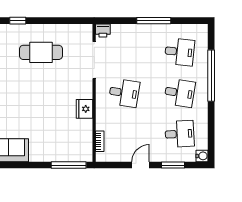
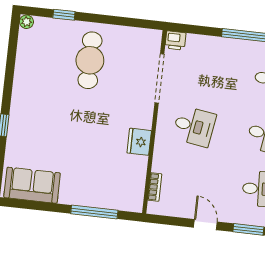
cafe table: (41, 52) -> (90, 60), turned 90
window: (69, 165) -> (94, 212), moved
door: (141, 165) -> (205, 225), hinge flipped

